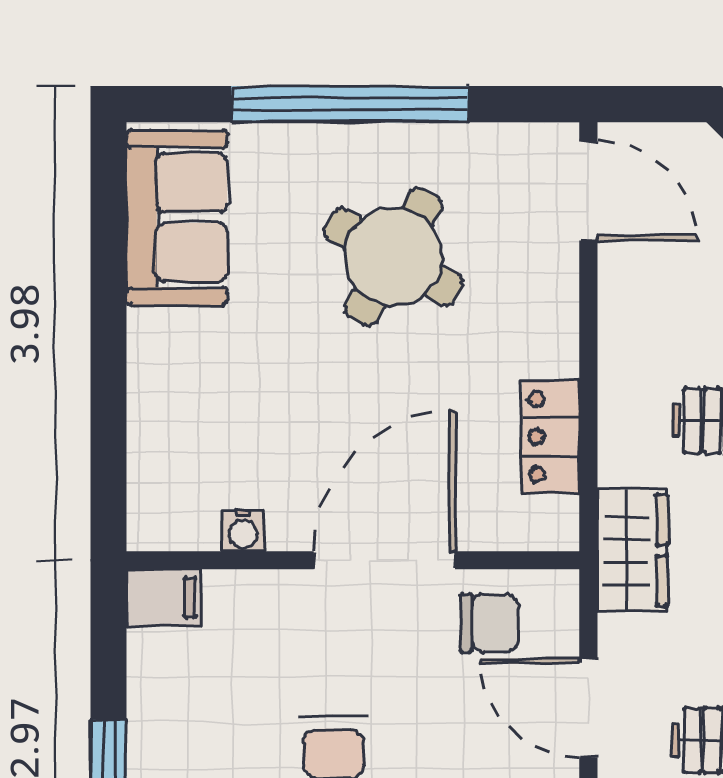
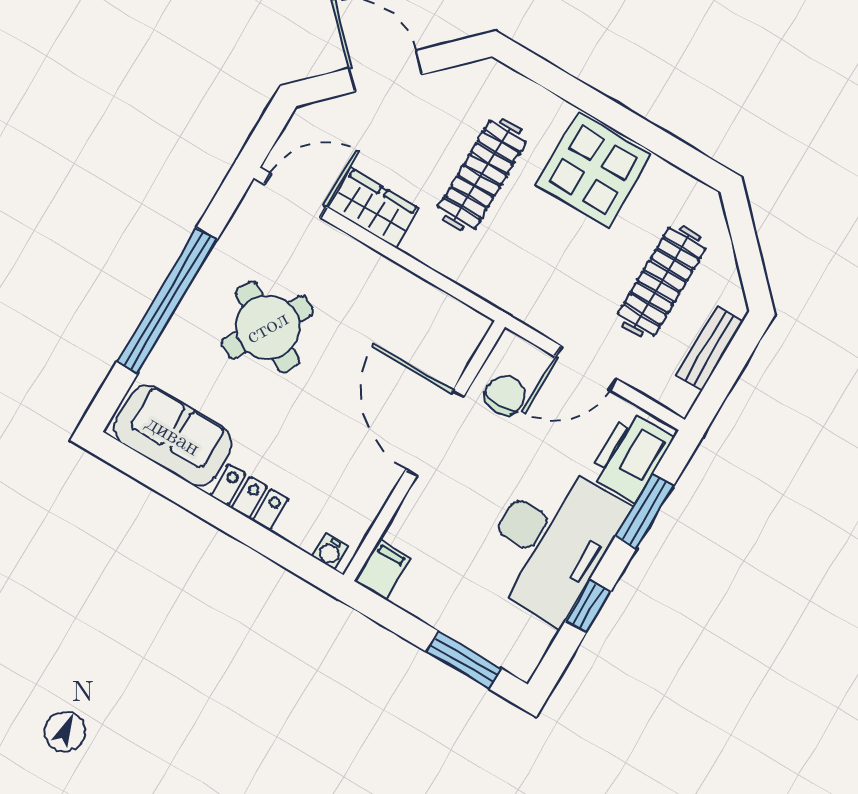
locker: (551, 437) -> (249, 497), moved, turned 180
water cooler: (243, 531) -> (330, 552), moved, turned 90
wardrobe: (633, 550) -> (373, 208), moved

